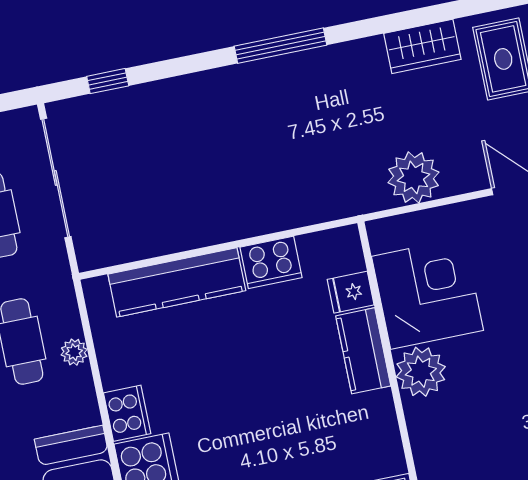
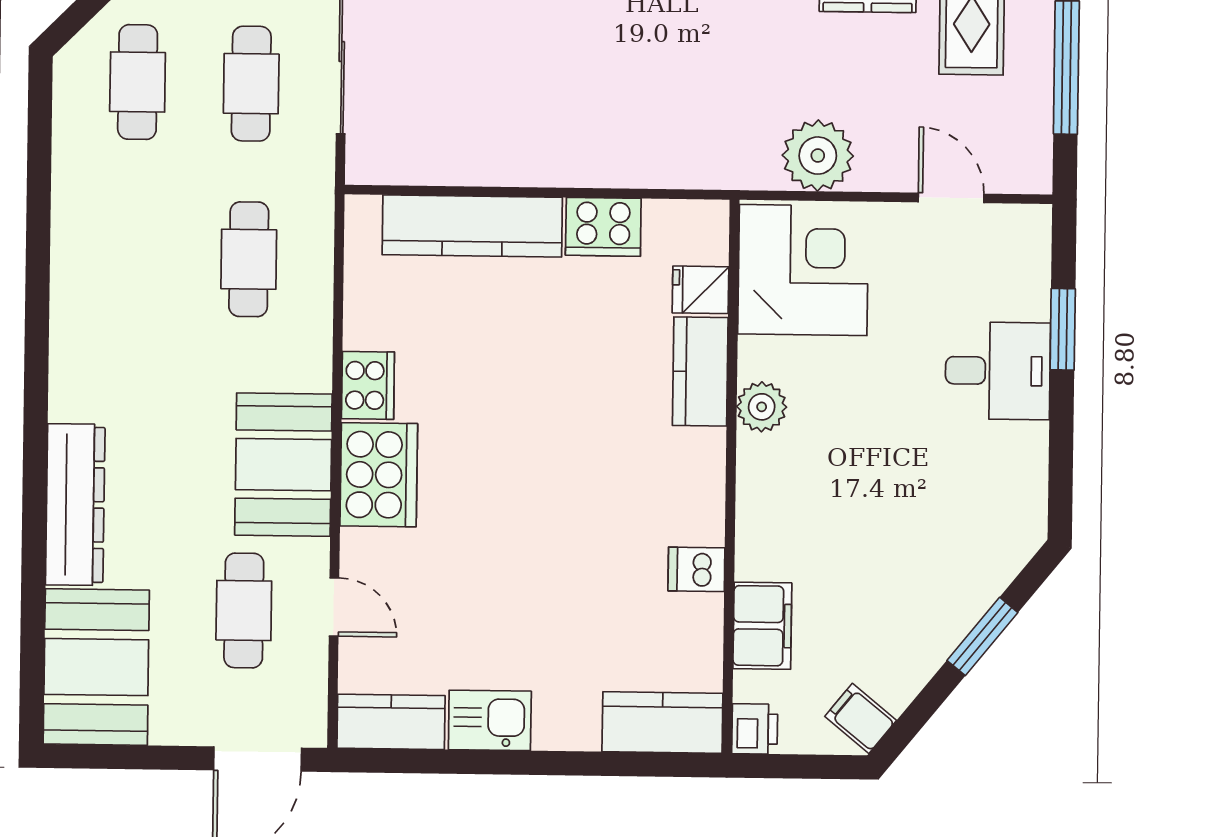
corner desk: (428, 293) -> (803, 270), moved
plant: (74, 352) -> (315, 289), removed
plant: (421, 372) -> (762, 407), width x0.73, depth x0.73

